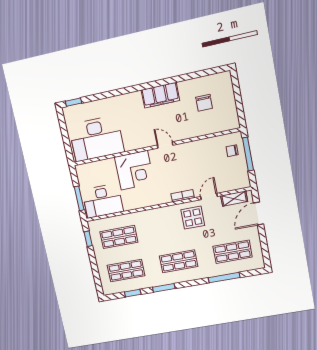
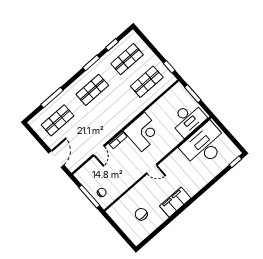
corner desk: (134, 170) -> (143, 132), moved, turned 180
shelving: (234, 199) -> (80, 160), removed
desk: (103, 201) -> (188, 119), moved, turned 180
display table: (193, 218) -> (101, 128), removed

